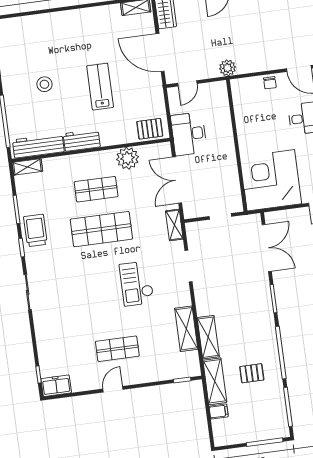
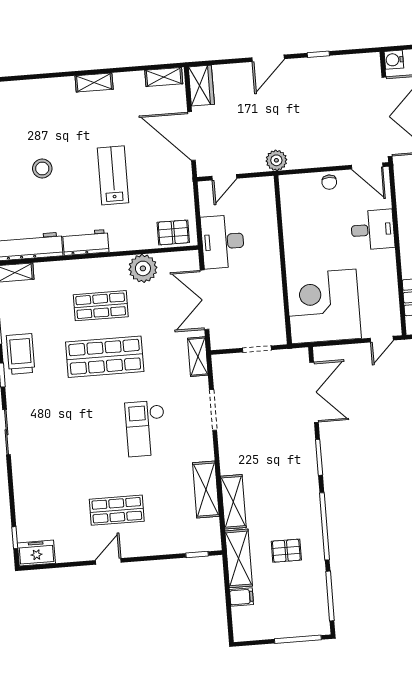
shelving: (81, 15) -> (94, 83), added

